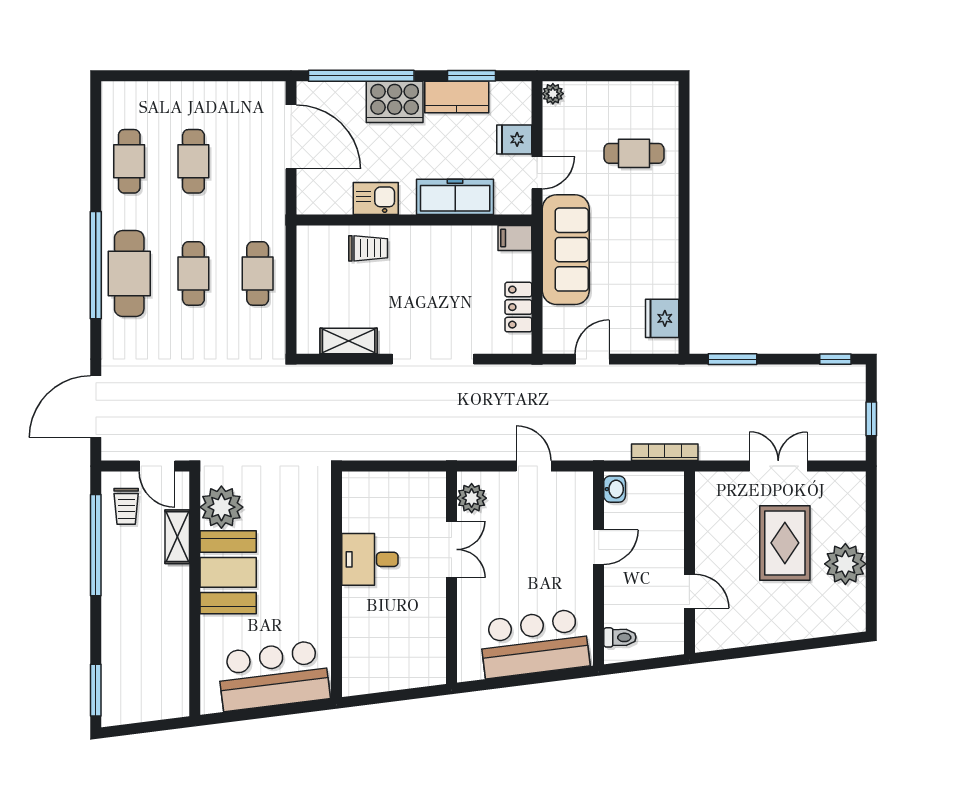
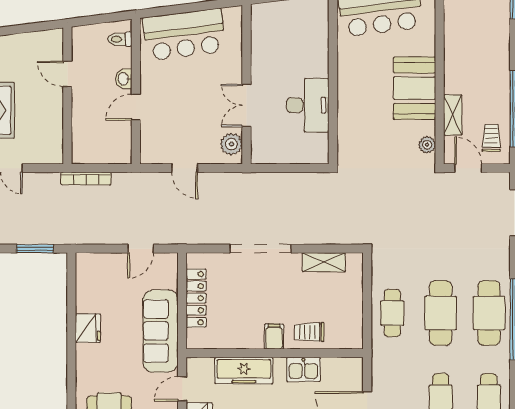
filing cabinet: (515, 238) -> (274, 337), moved, turned -90
cafe table: (193, 273) -> (441, 313), width x1.37, depth x1.35
locker: (518, 307) -> (196, 298), width x1.53
fridge: (662, 318) -> (88, 328), moved
washbasin: (615, 489) -> (124, 79), moved
plant: (221, 507) -> (427, 145), width x0.53, depth x0.53
desk: (370, 559) -> (308, 105), width x1.37

